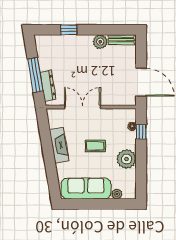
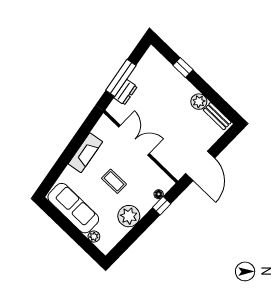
dresser: (48, 86) -> (125, 92), width x0.70

